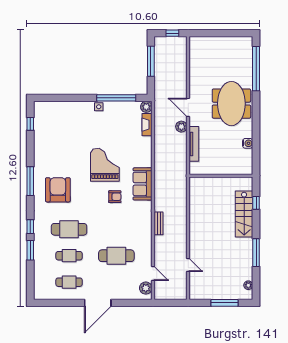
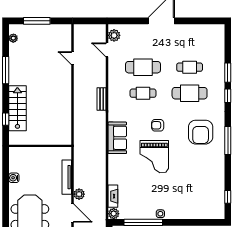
armchair: (115, 197) -> (158, 125), moved
cafe table: (69, 282) -> (143, 93), moved

